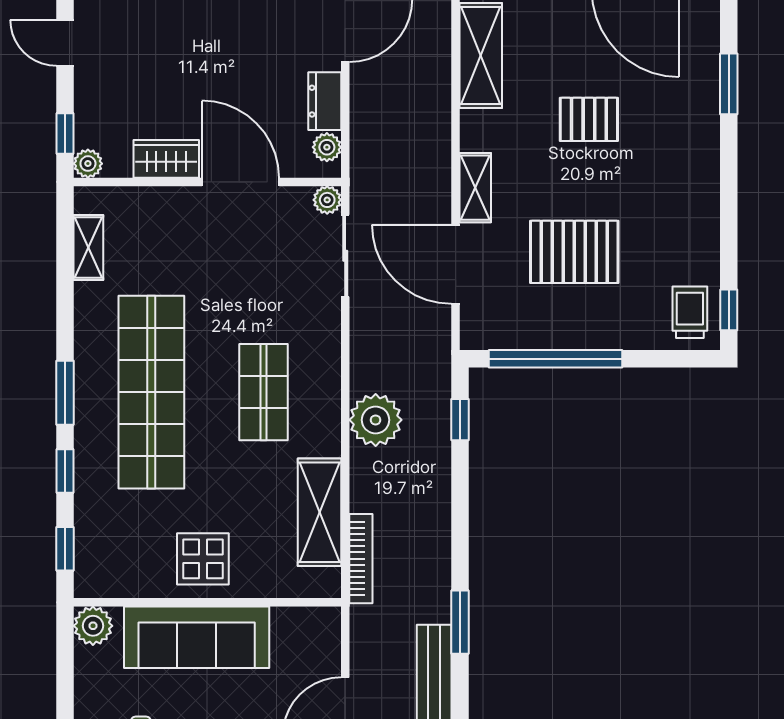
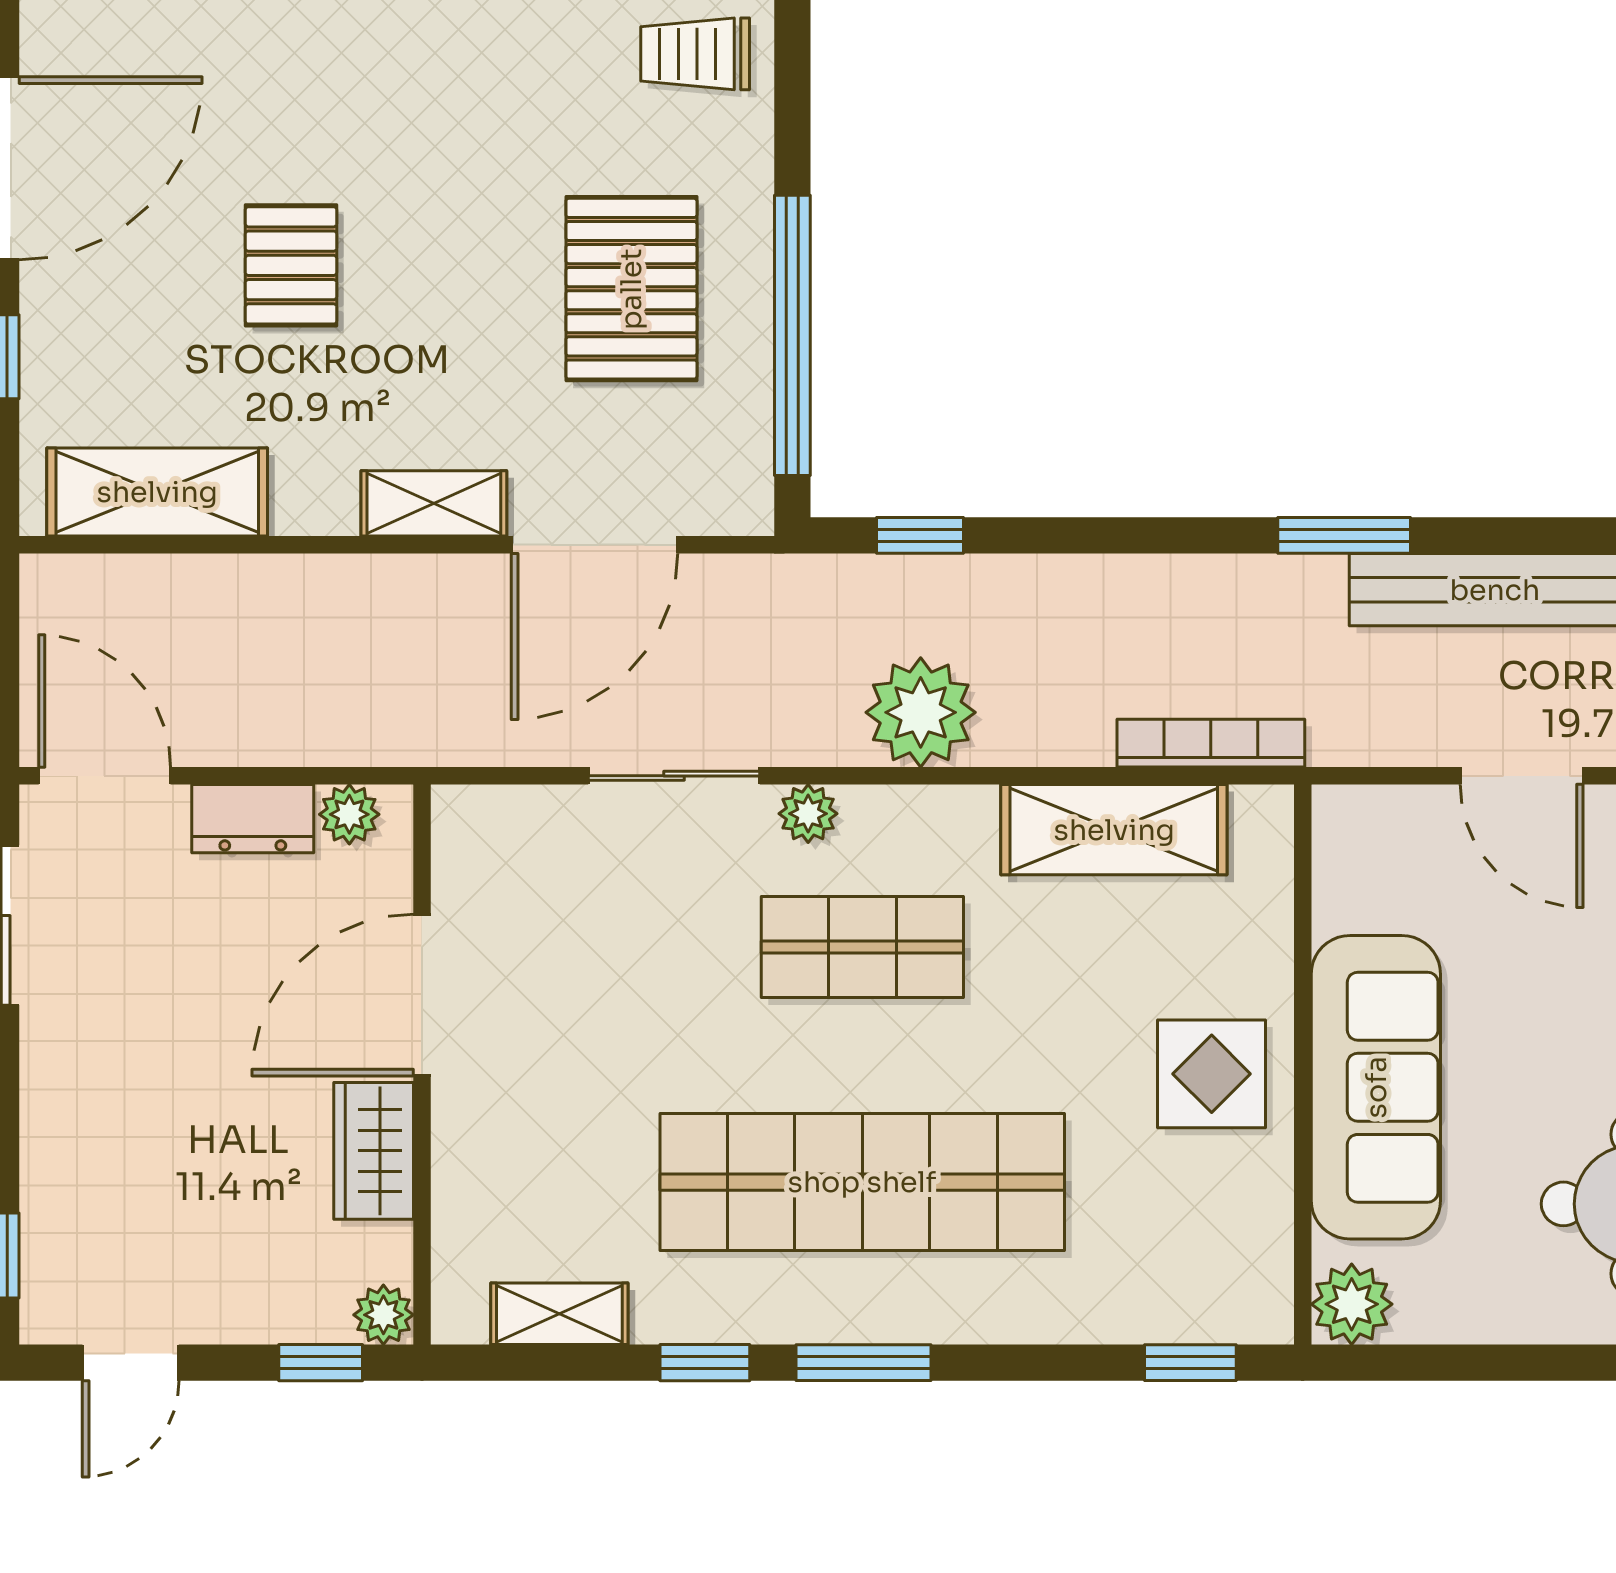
plant: (327, 200) -> (808, 814), moved
pallet: (574, 252) -> (631, 289), moved
sliding door: (345, 256) -> (674, 776), moved
window: (65, 471) -> (705, 1363), moved

